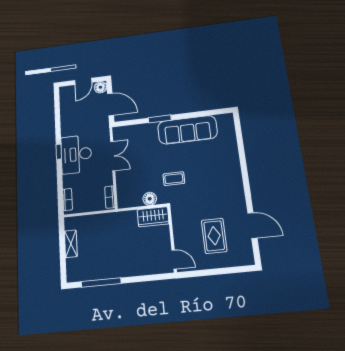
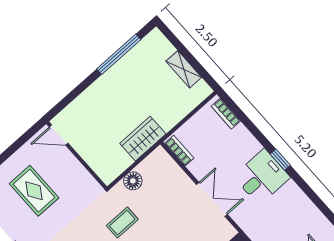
desk: (76, 154) -> (262, 177), width x0.73
double door: (113, 156) -> (212, 199), swing flipped
wardrobe: (153, 217) -> (143, 139), moved

